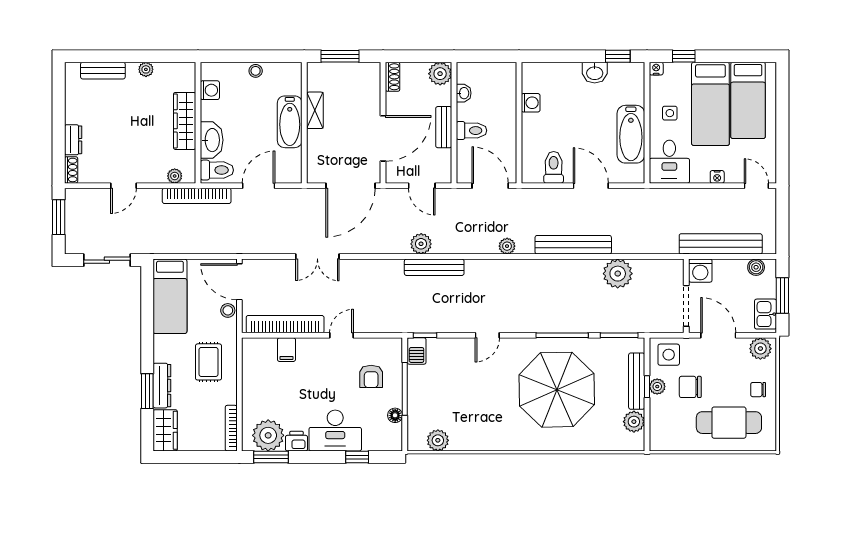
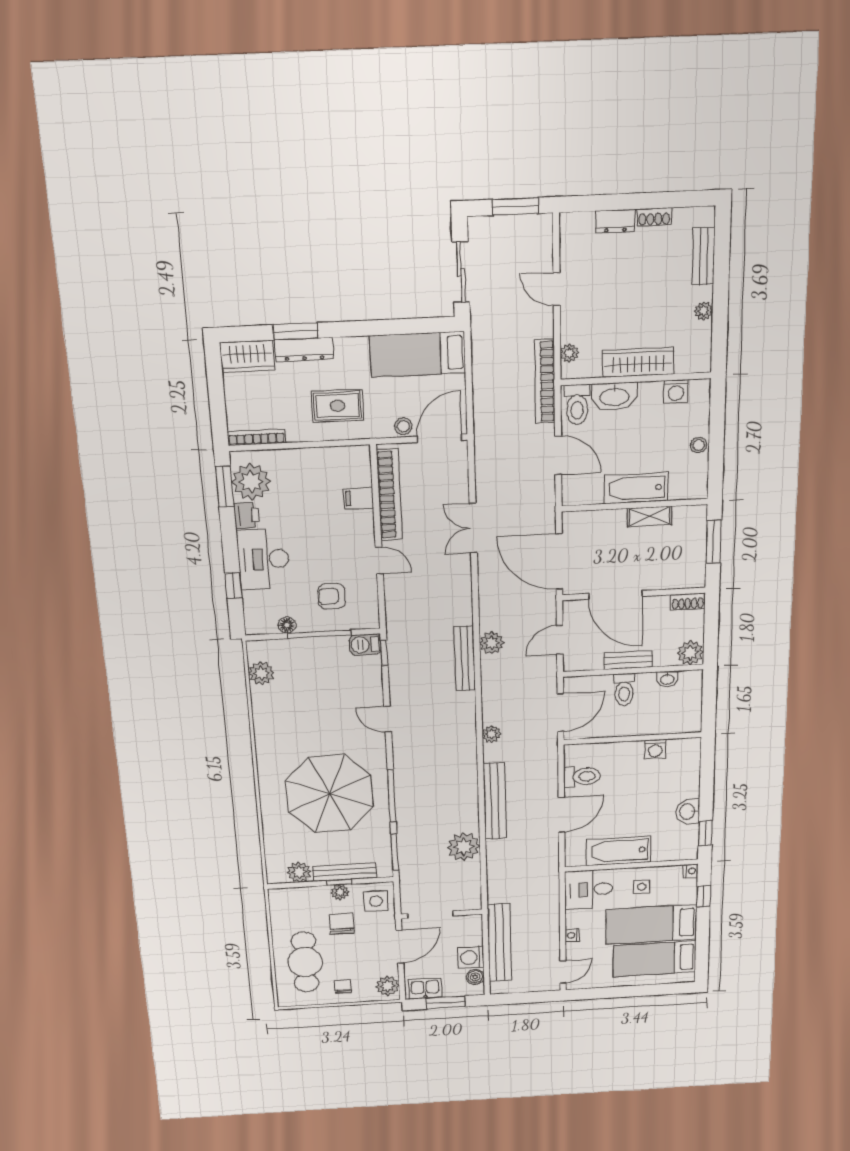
shoe rack: (71, 170) -> (654, 217), moved
washing machine: (700, 271) -> (471, 957), moved

